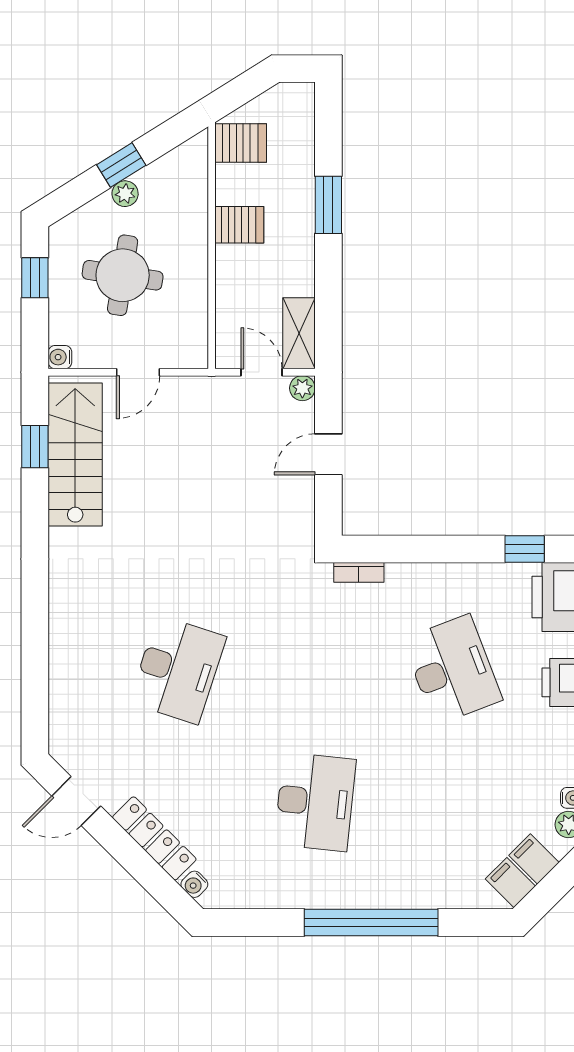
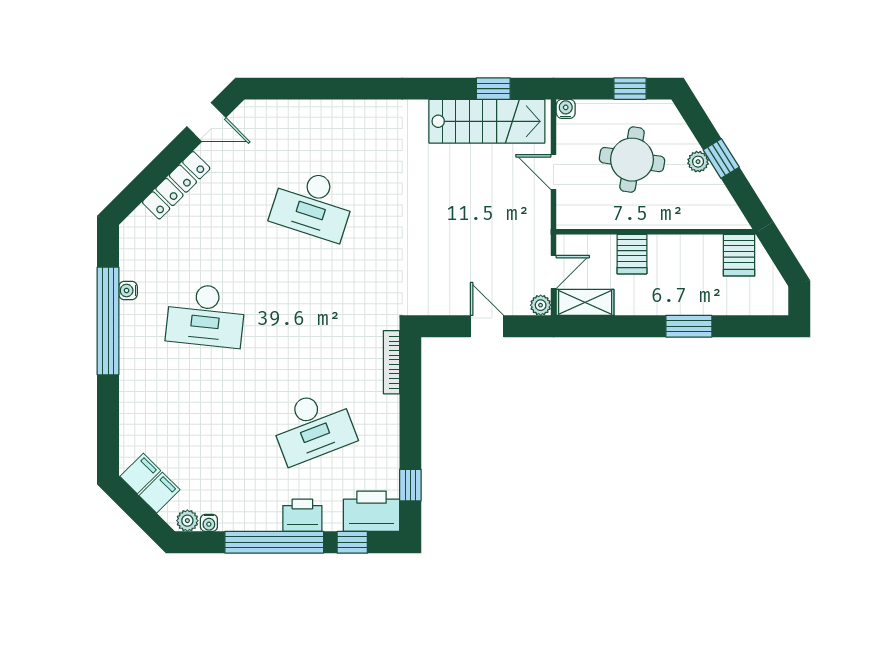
server rack: (239, 225) -> (632, 254), moved
bookcase: (359, 572) -> (392, 362), width x1.56
door: (76, 801) -> (206, 122), swing flipped
water cooler: (194, 884) -> (128, 290), moved, turned -45
window: (371, 923) -> (108, 321), moved

